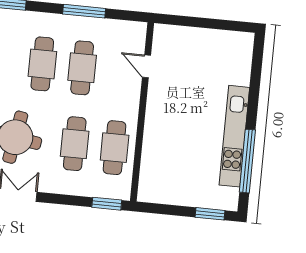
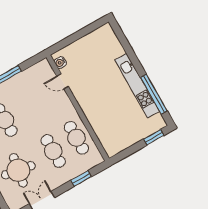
water cooler: (160, 41) -> (60, 62), added
cafe table: (82, 68) -> (28, 107), removed
window: (107, 204) -> (81, 178), moved

